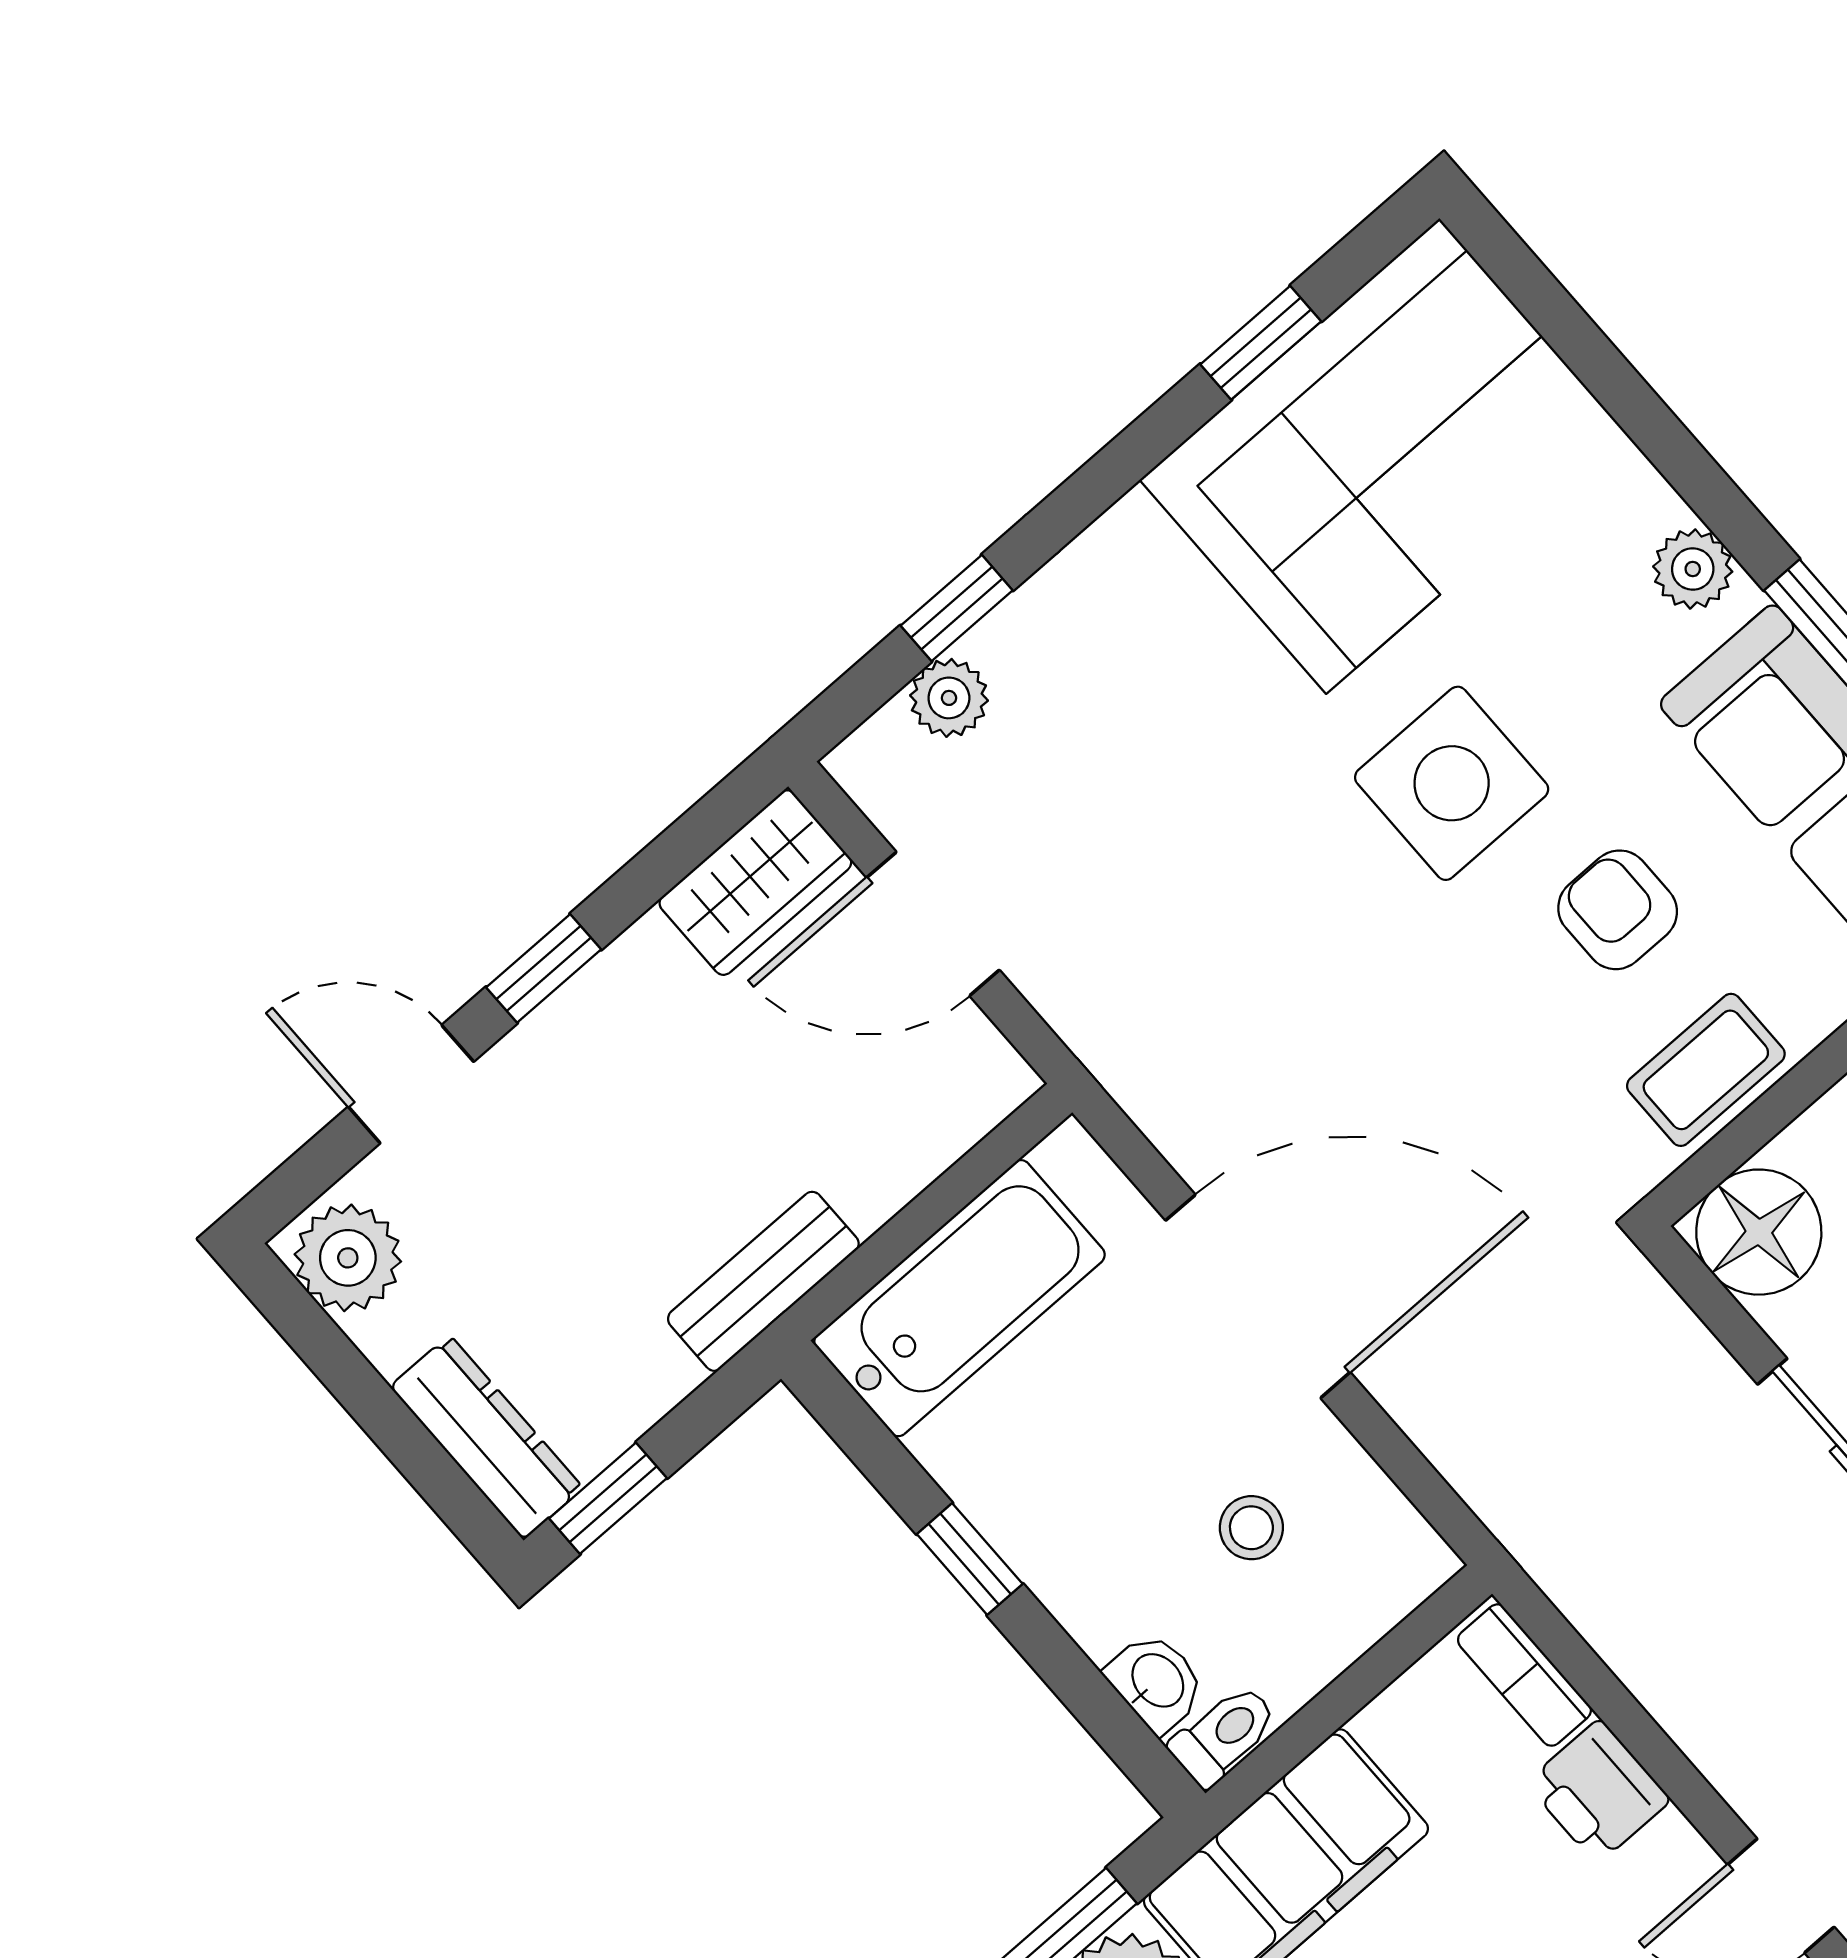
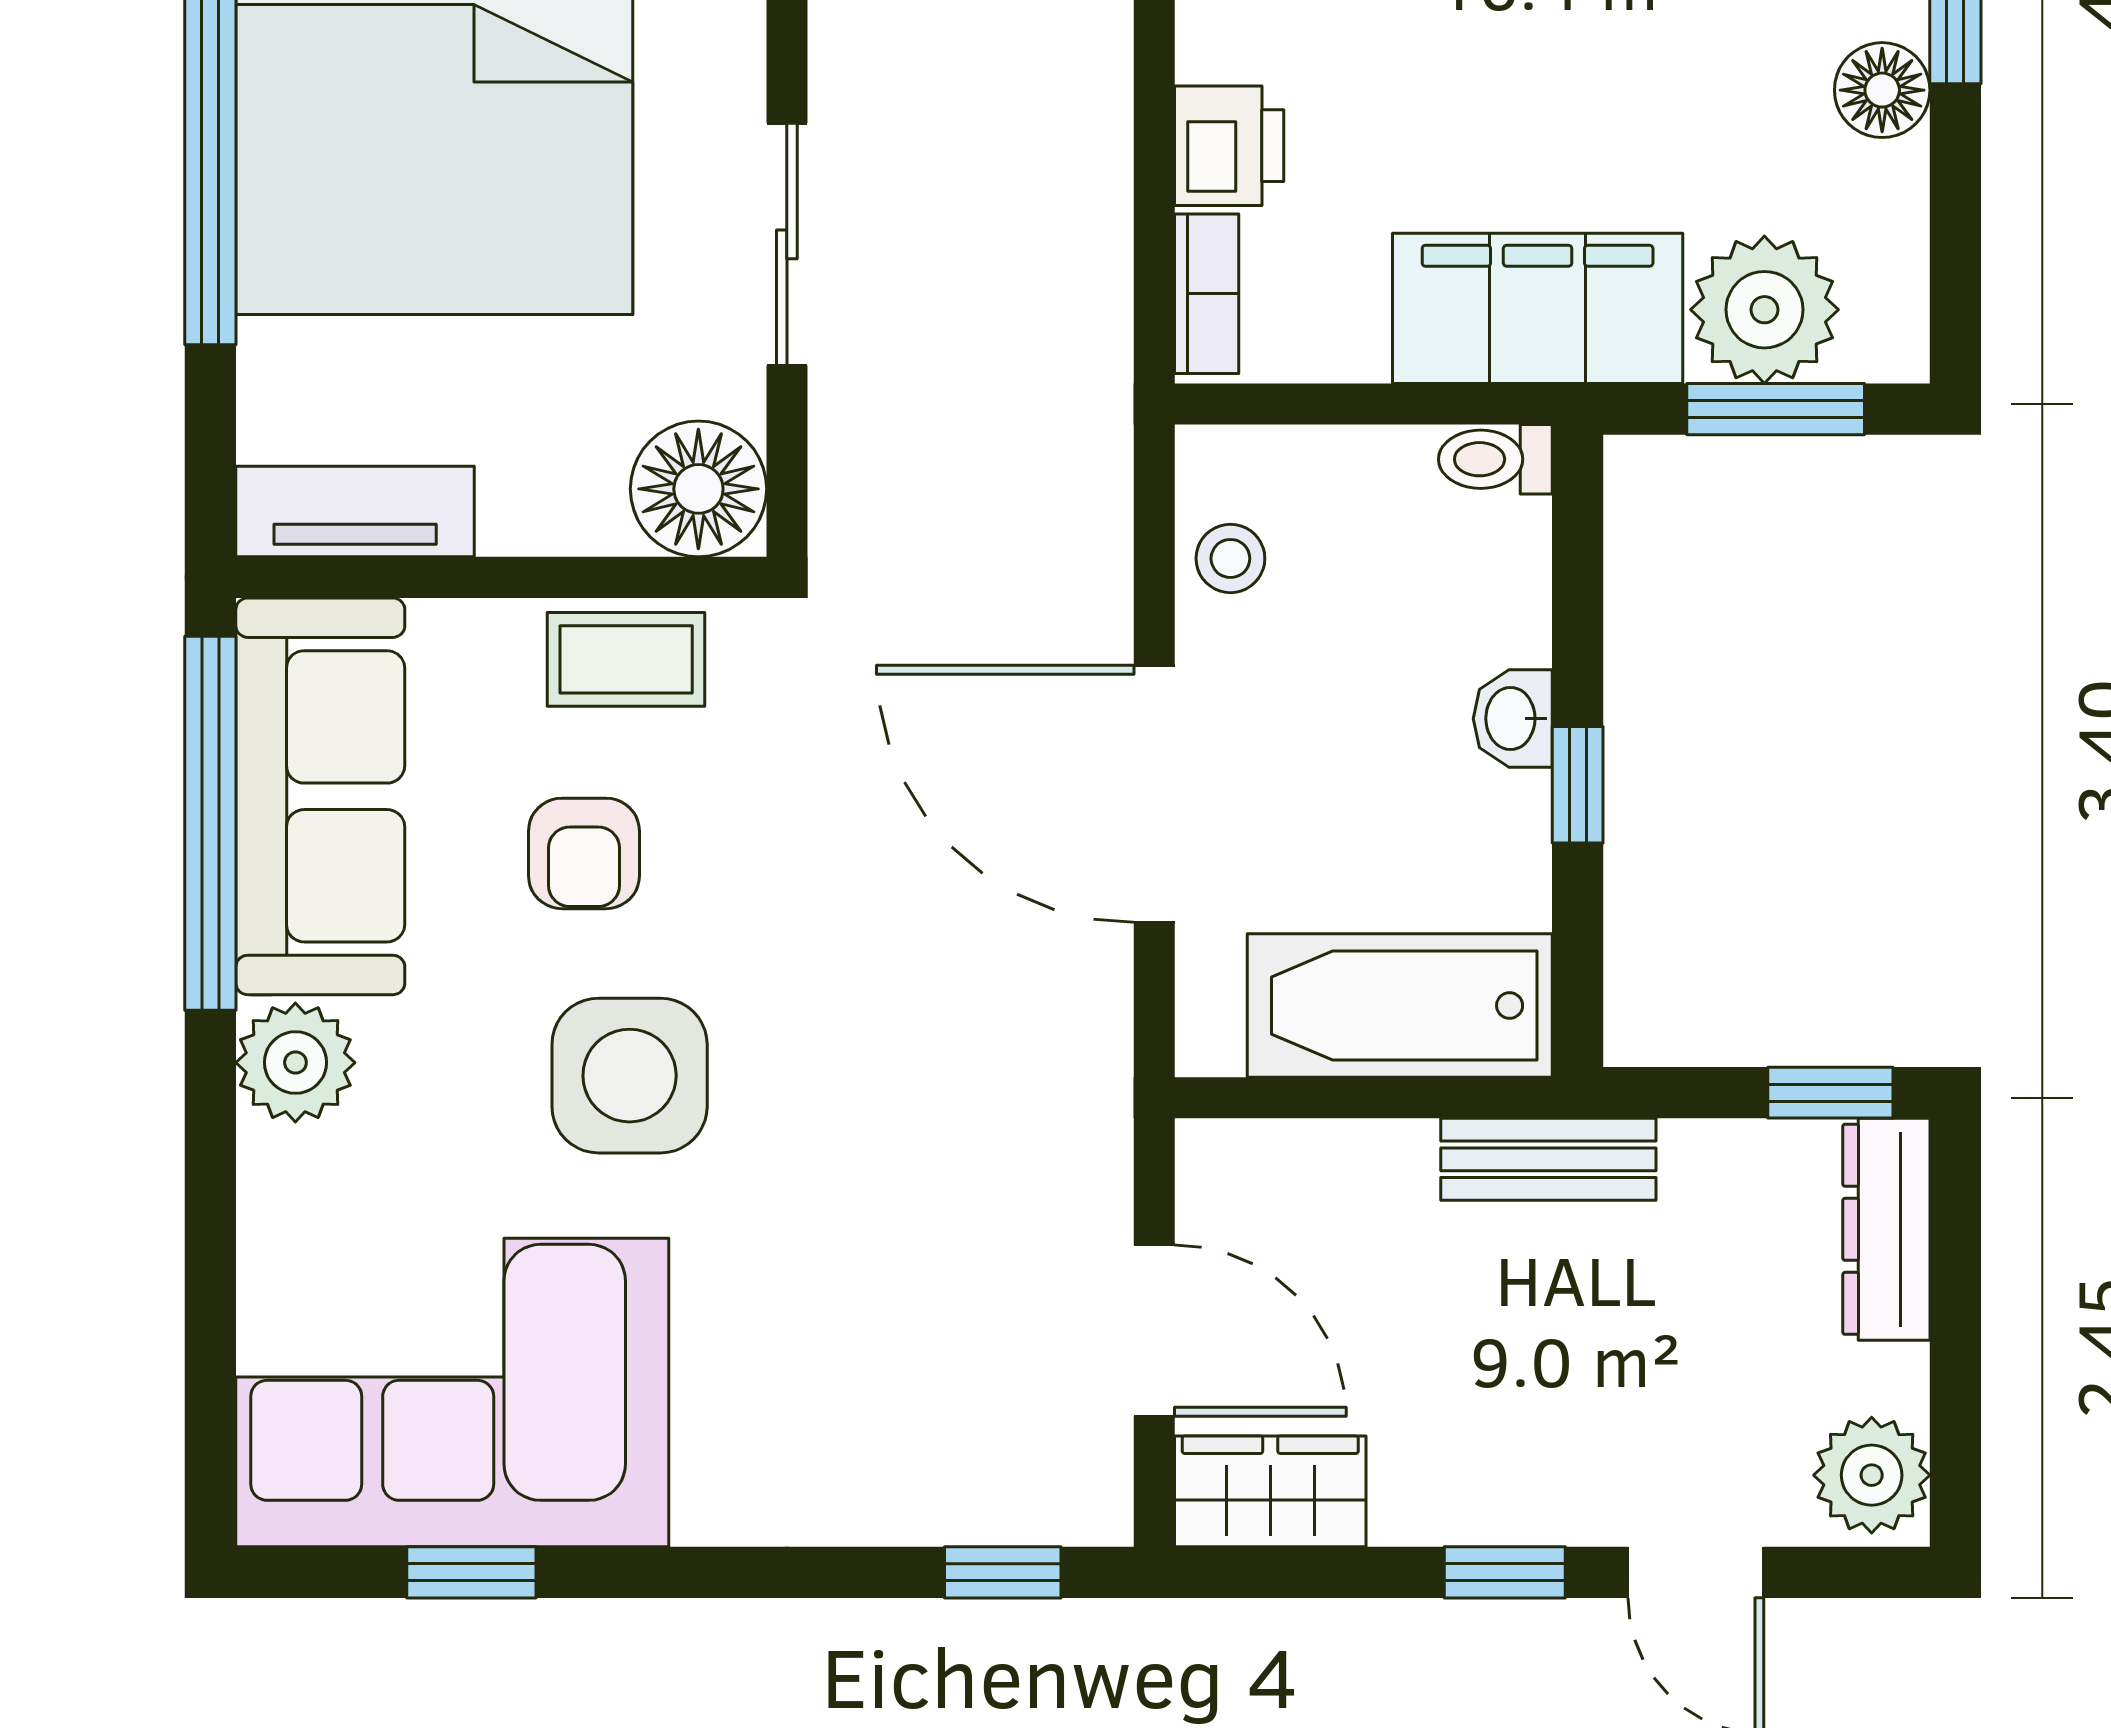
plant: (1693, 569) -> (295, 1063), width x1.38, depth x1.38
window: (957, 608) -> (1003, 1572), moved
plant: (949, 698) -> (980, 1504), removed
stool: (1251, 1528) -> (1230, 558), moved
washbasin: (1156, 1682) -> (1513, 719), moved

